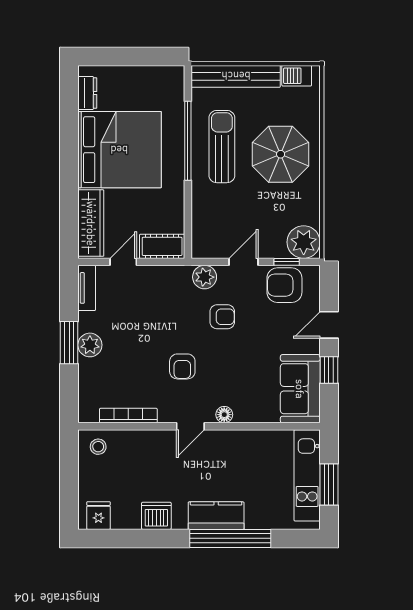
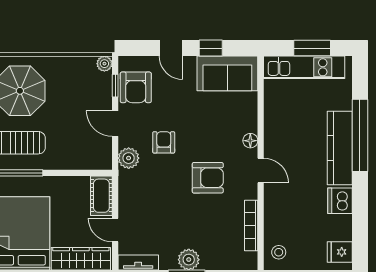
plant: (304, 242) -> (104, 64), width x0.53, depth x0.53
armchair: (182, 366) -> (208, 178), width x1.38, depth x1.38
kitchen counter: (216, 516) -> (340, 148), width x1.50

